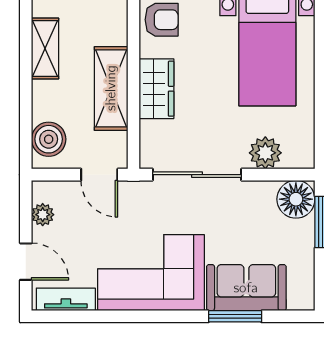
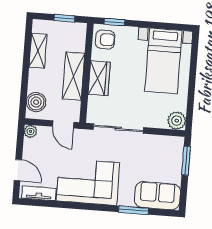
plant: (265, 153) -> (177, 121), moved
floor lamp: (296, 199) -> (173, 147), removed
plant: (43, 215) -> (30, 131), moved
sofa: (246, 288) -> (157, 196), moved

